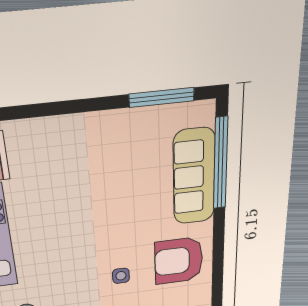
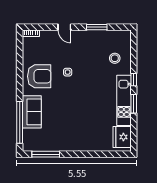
sofa: (194, 177) -> (32, 112), width x0.73

